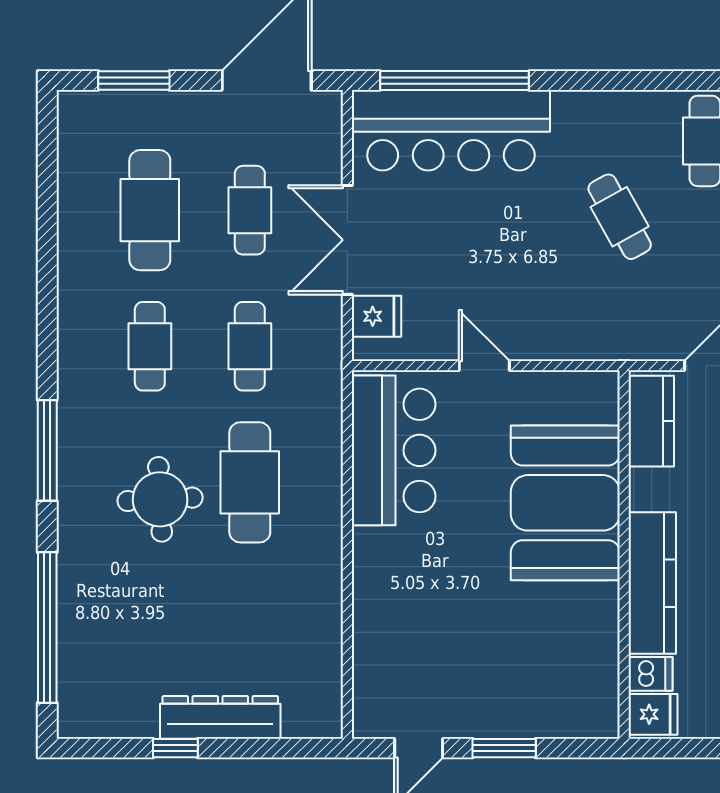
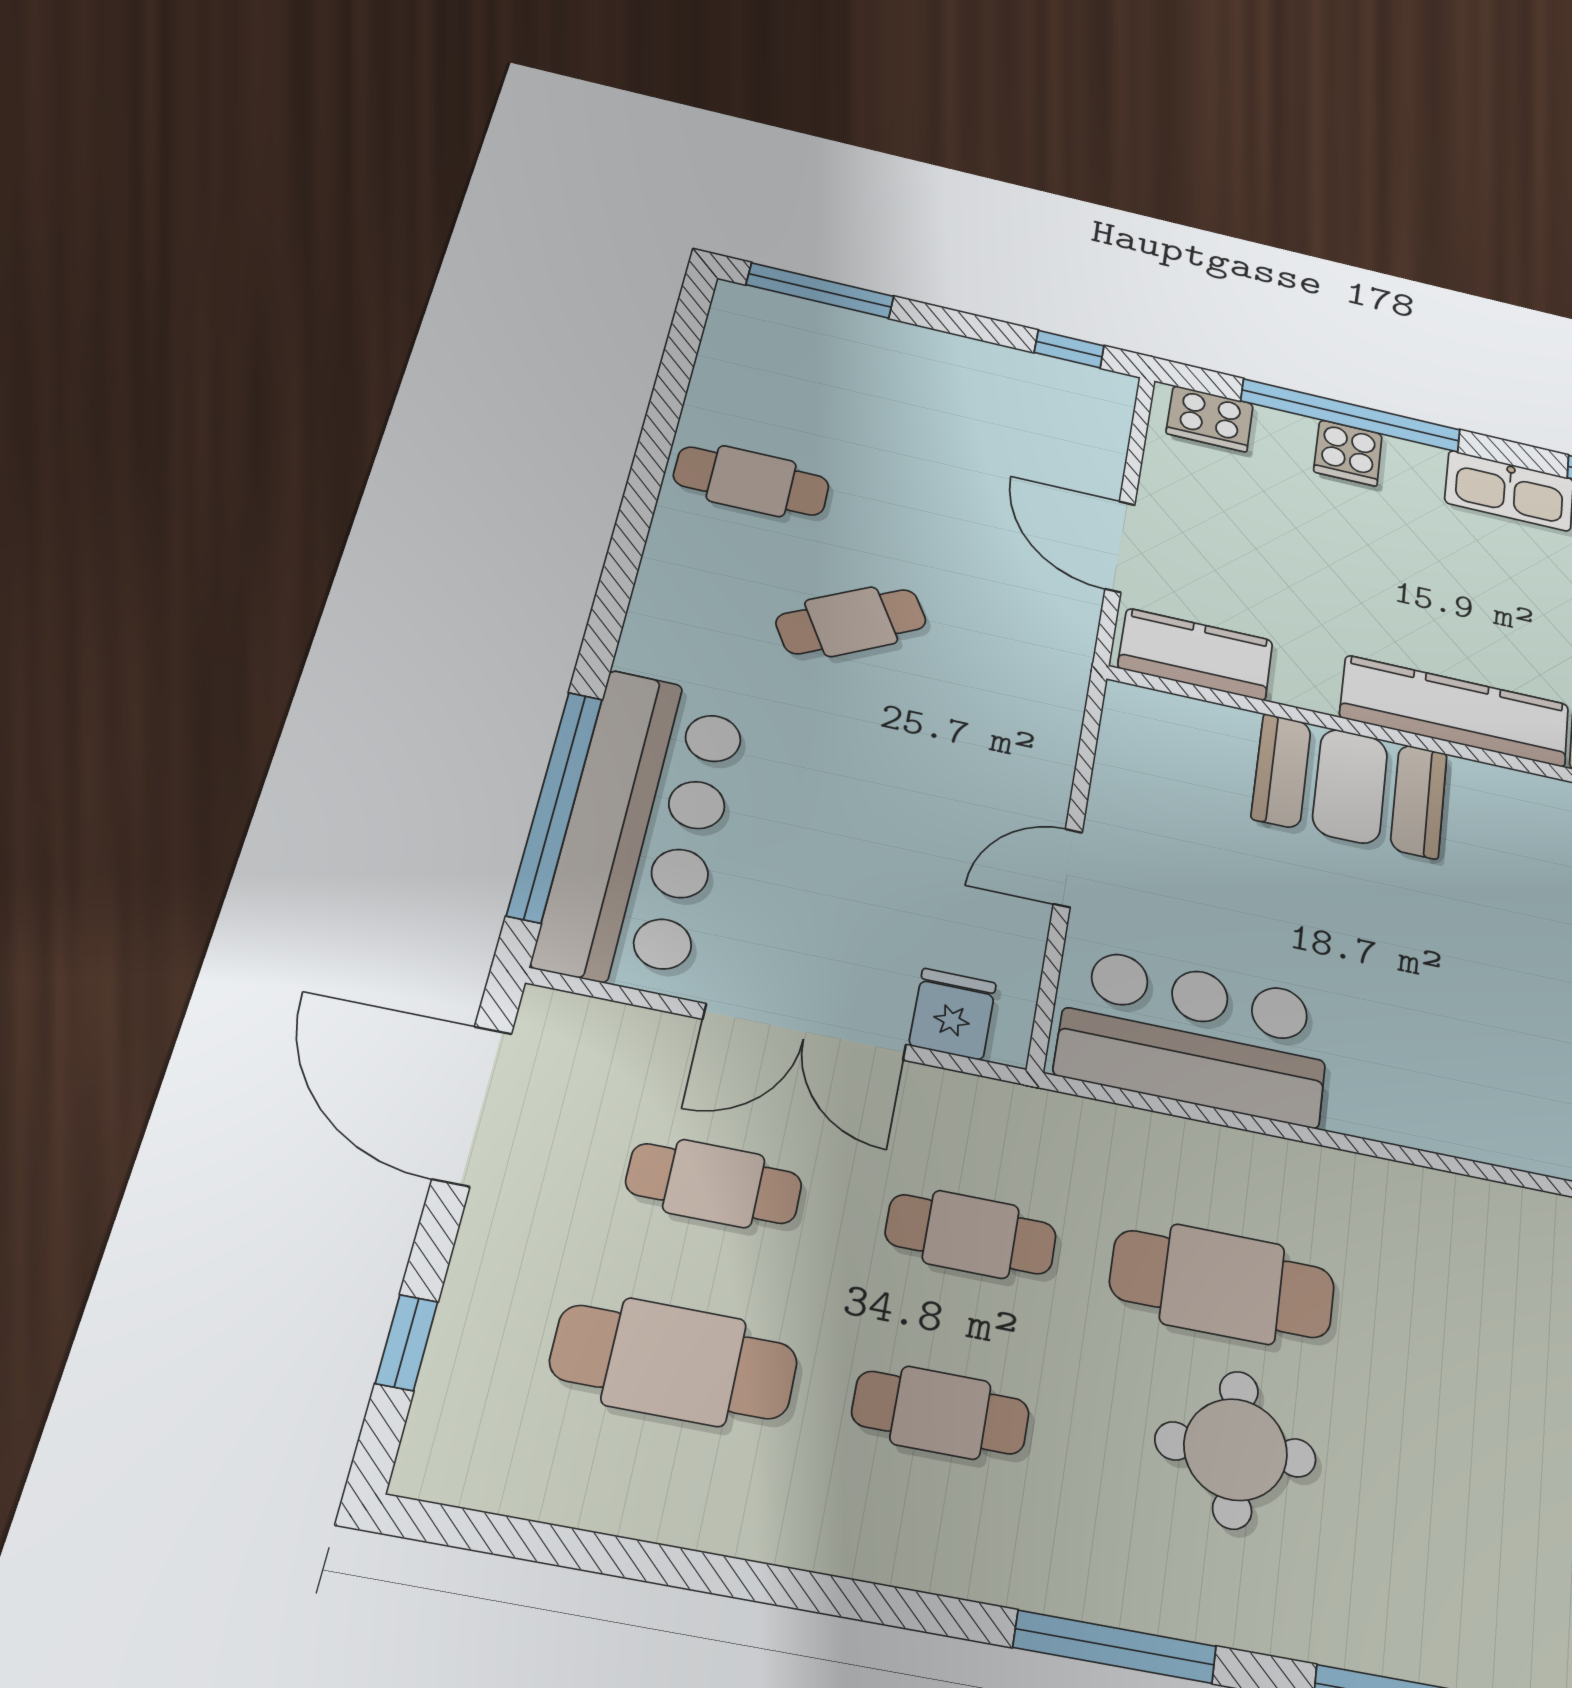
window: (134, 81) -> (407, 1342), width x0.67
booth: (565, 503) -> (1350, 786), width x0.73, depth x0.70

